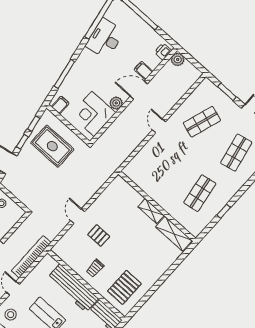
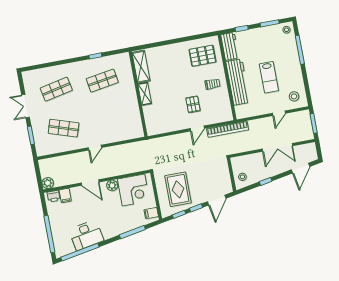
filing cabinet: (144, 70) -> (65, 195), moved
bookcase: (31, 257) -> (228, 129), moved

